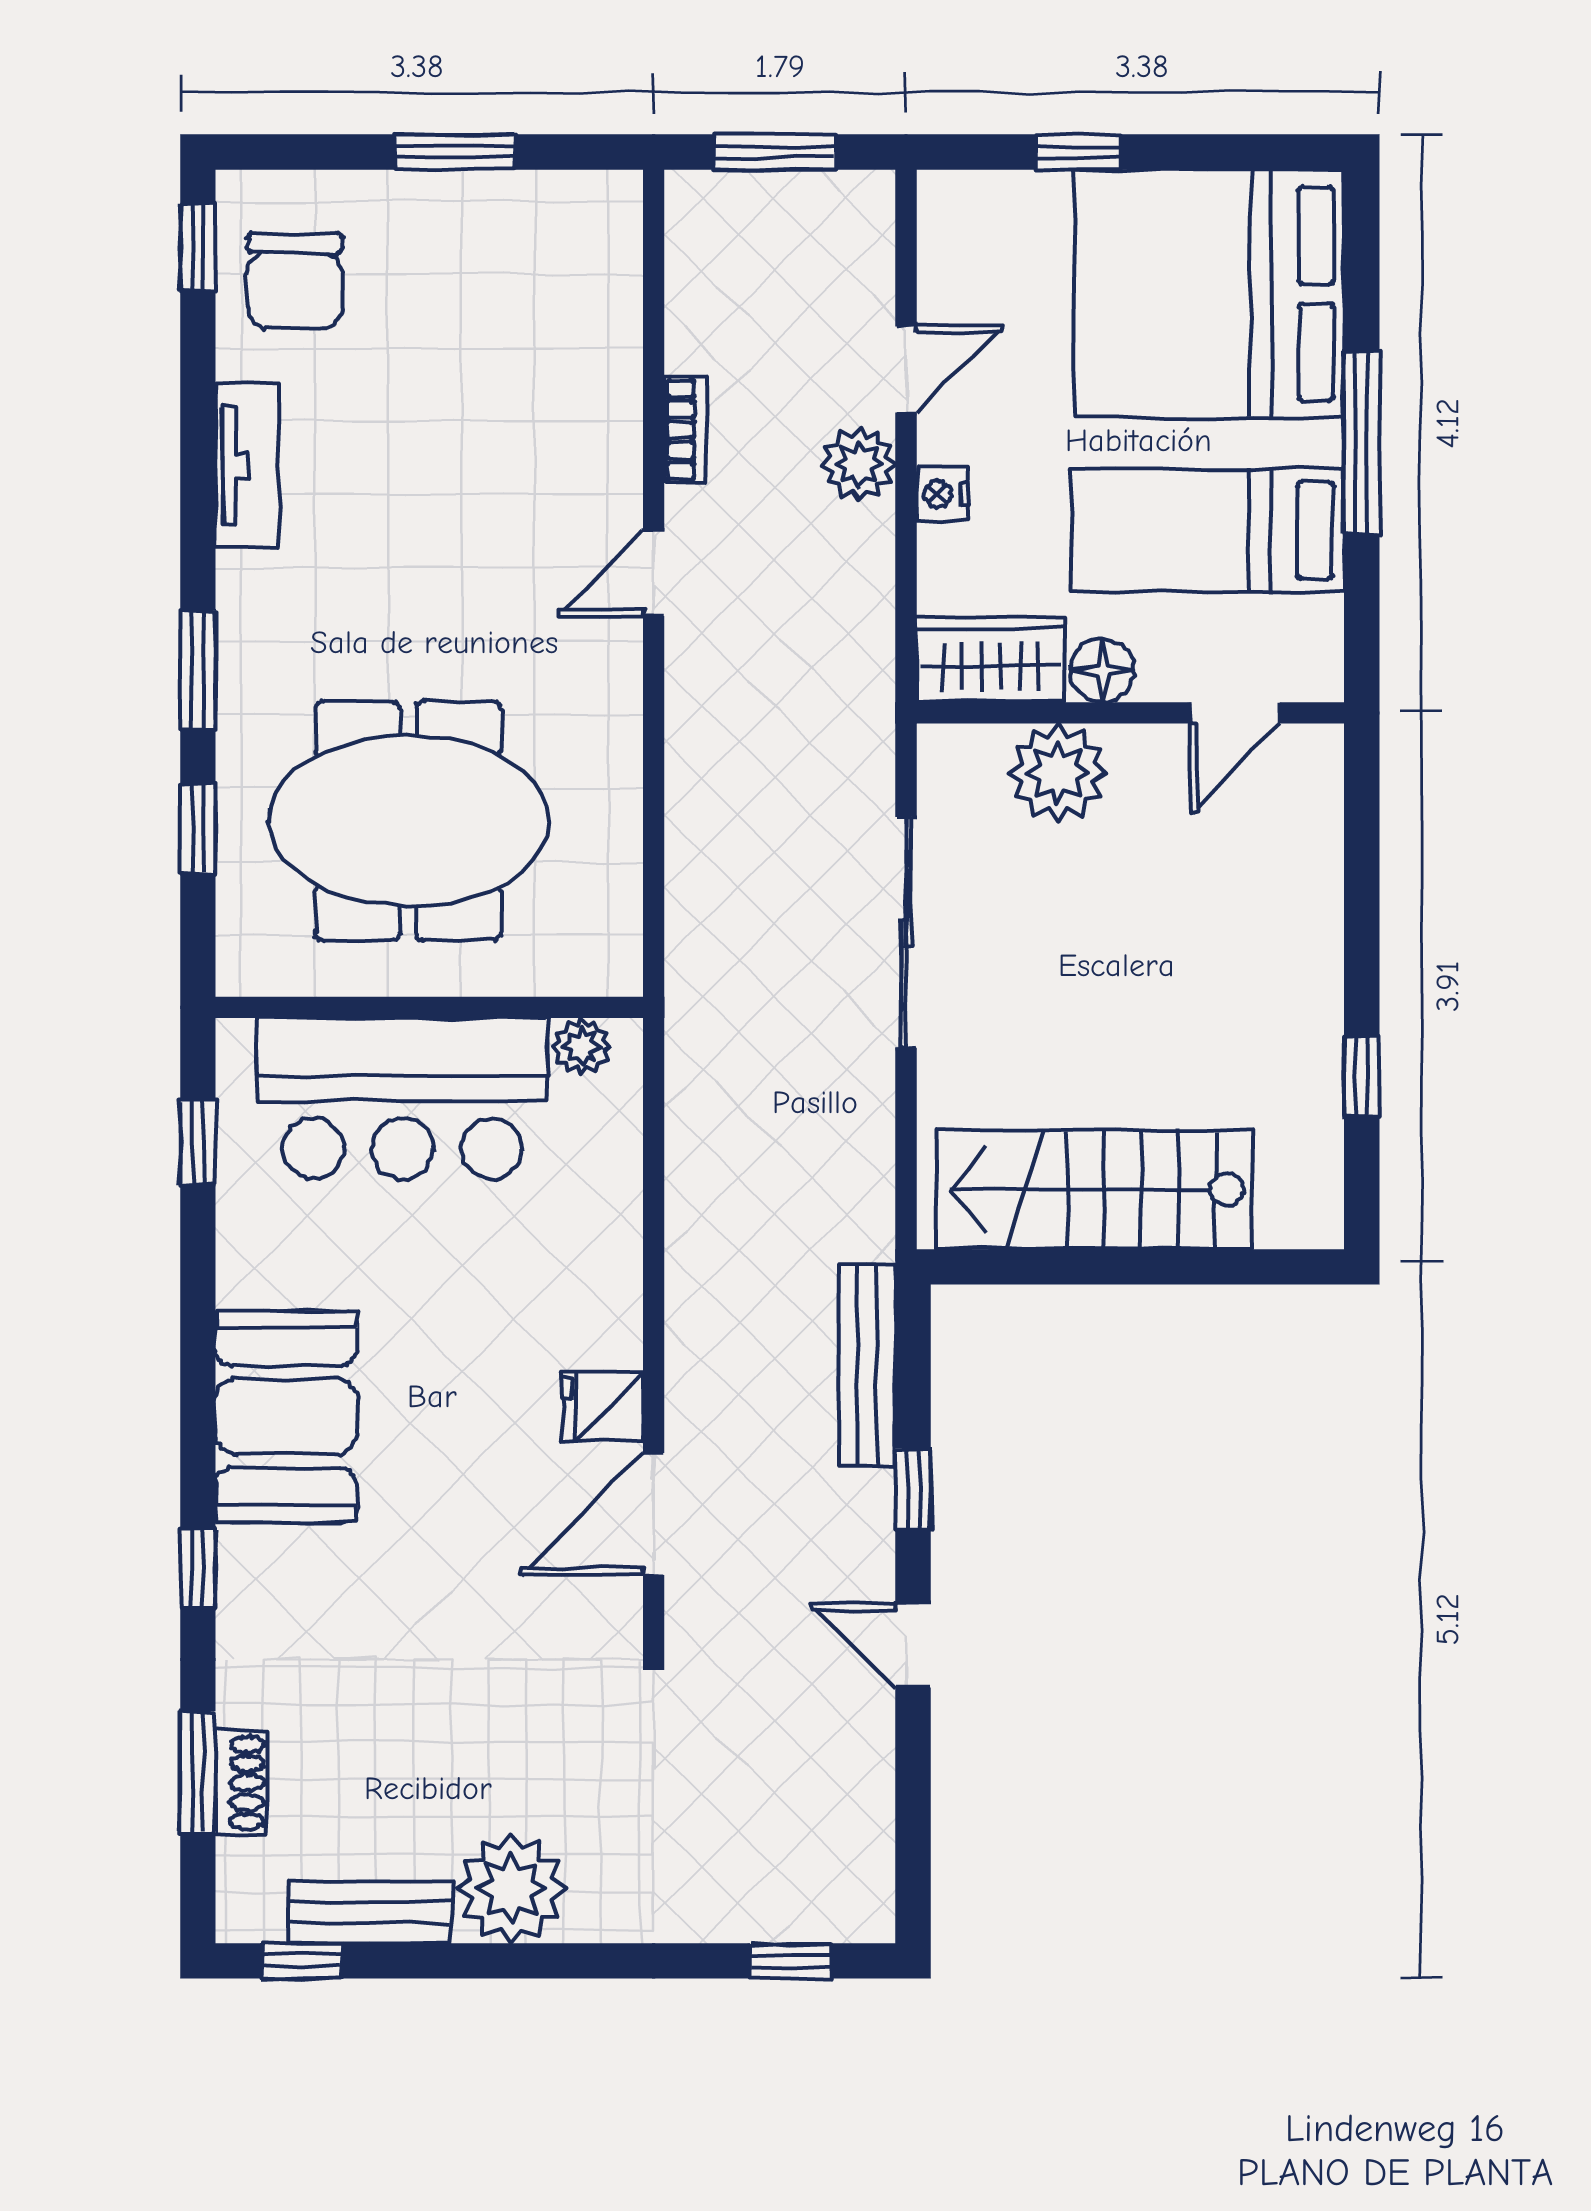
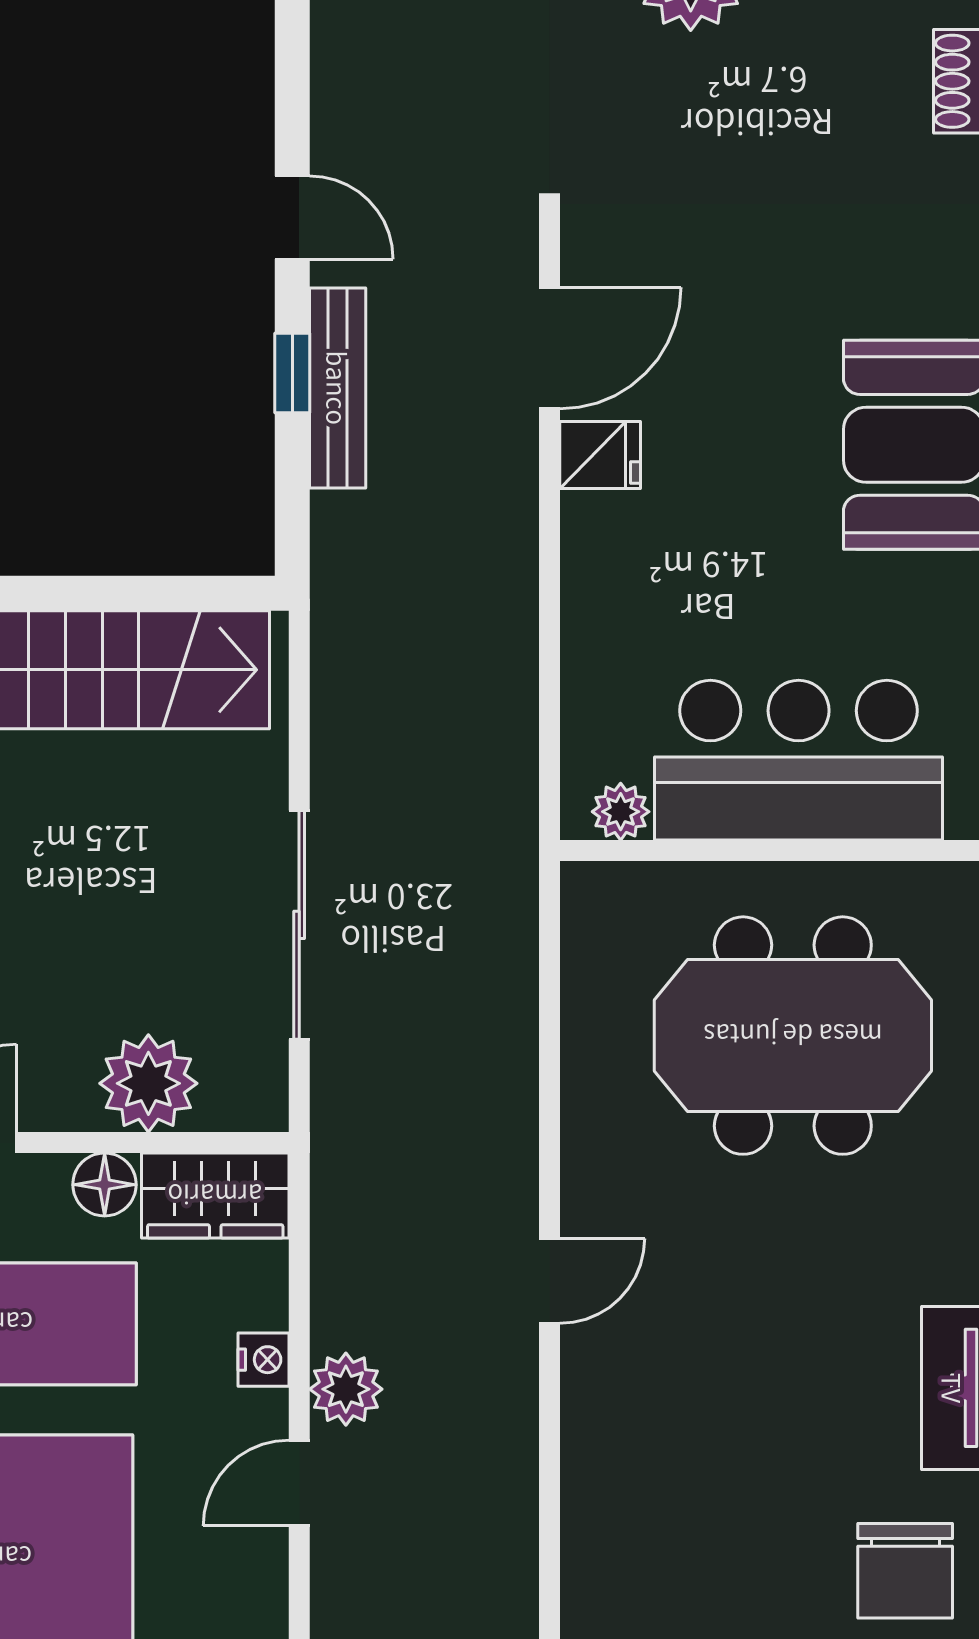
chair: (295, 281) -> (905, 1571), turned 180
bookcase: (685, 430) -> (518, 1423), removed
bench: (867, 1365) -> (338, 388), moved

